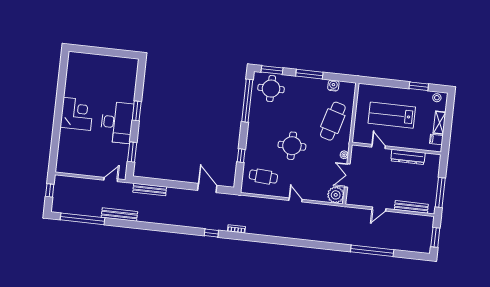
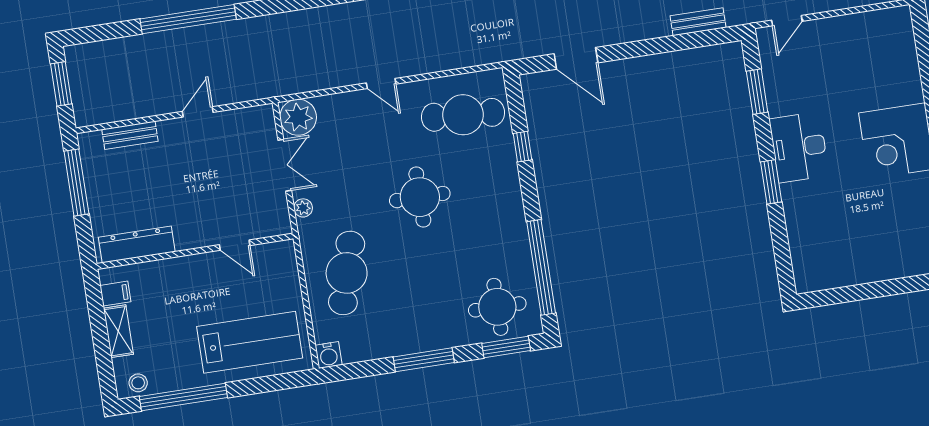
water cooler: (333, 86) -> (329, 355), moved
window: (419, 86) -> (183, 397), width x2.11
lab bench: (392, 115) -> (250, 342), moved
desk: (117, 122) -> (799, 147), width x0.73, depth x0.77
dresser: (408, 157) -> (137, 244), moved
cafe table: (263, 177) -> (463, 115), width x1.37, depth x1.35
bench: (150, 190) -> (698, 22), width x0.73
bench: (411, 207) -> (130, 135), width x0.73

